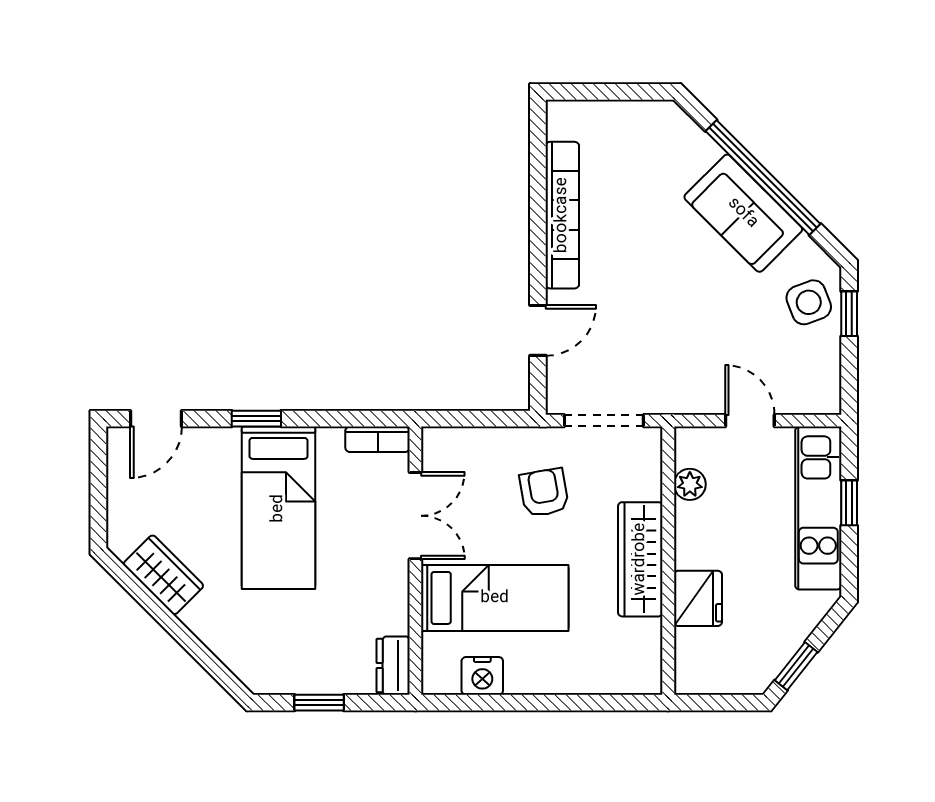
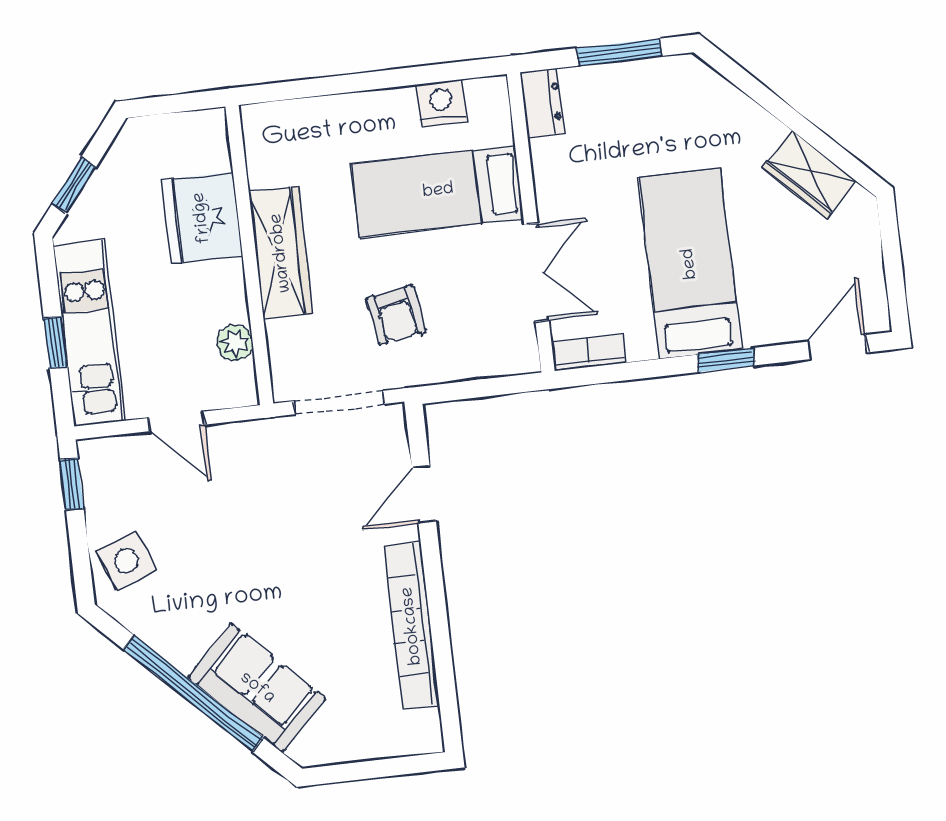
sofa: (743, 213) -> (257, 688), moved
window: (849, 314) -> (72, 484), moved
double door: (415, 516) -> (536, 272), swing flipped
fridge: (698, 598) -> (202, 218), width x1.36, depth x1.34
window: (796, 666) -> (74, 185), moved
window: (319, 703) -> (620, 52), width x1.50

